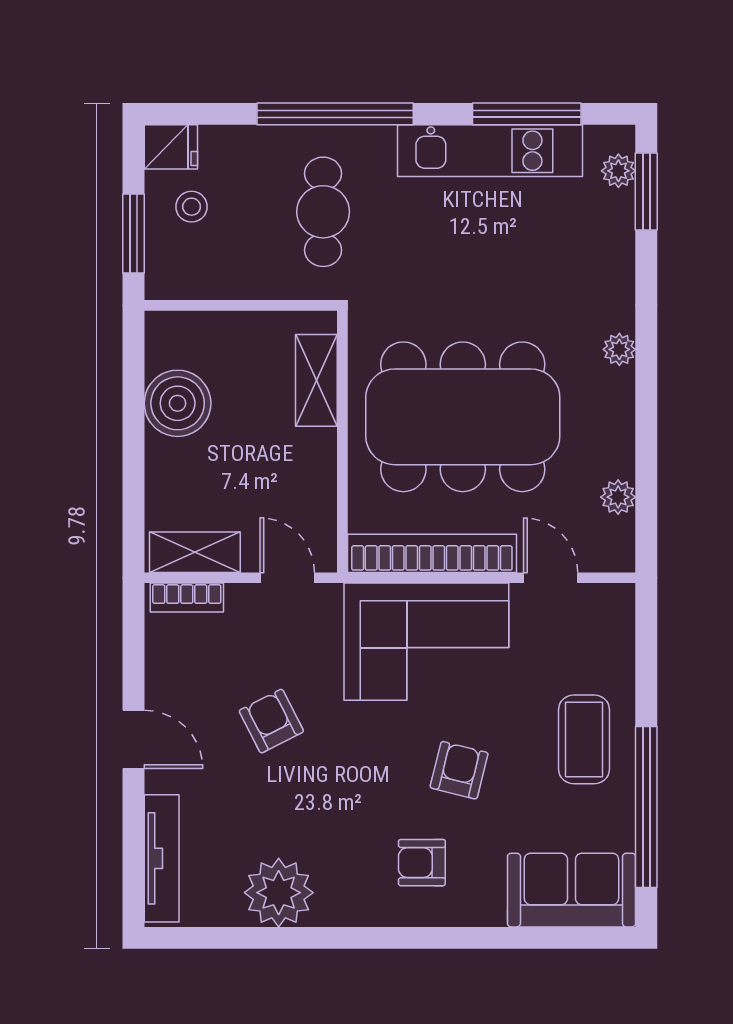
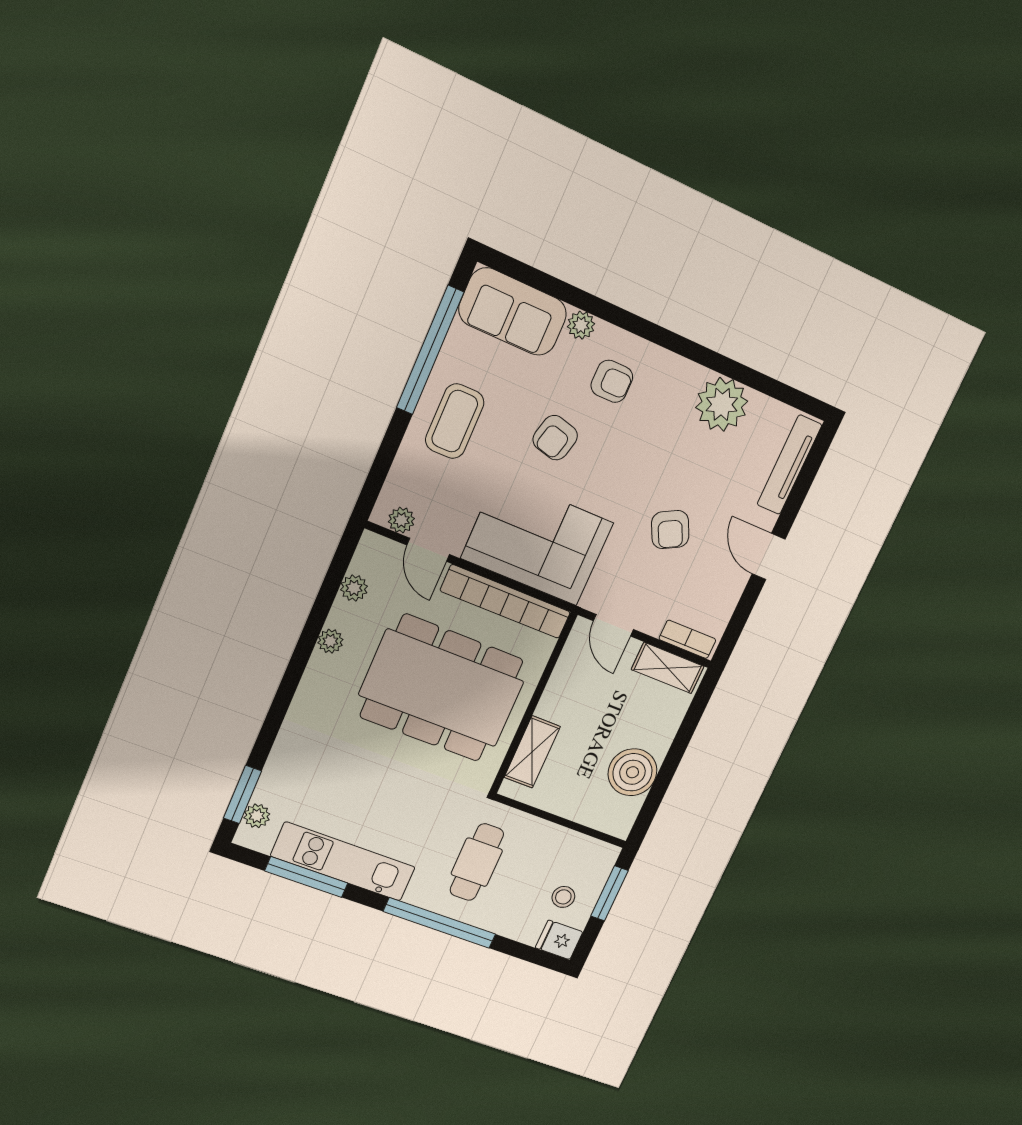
plant: (619, 349) -> (330, 641), moved
plant: (597, 600) -> (401, 520), added
plant: (487, 910) -> (581, 325), added

